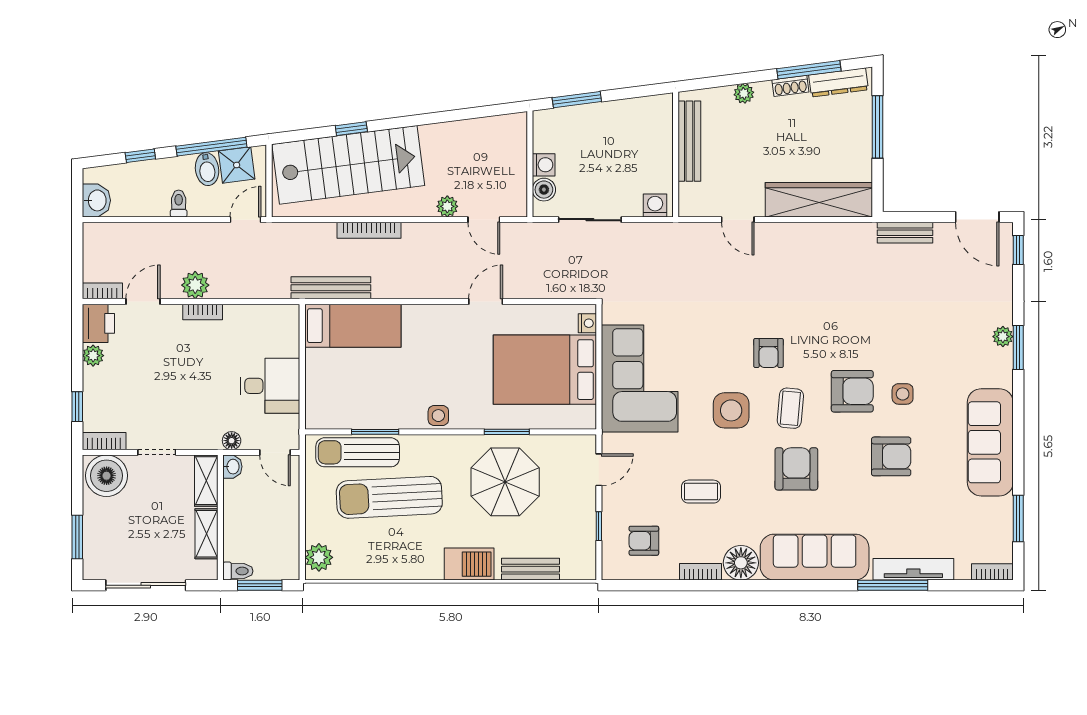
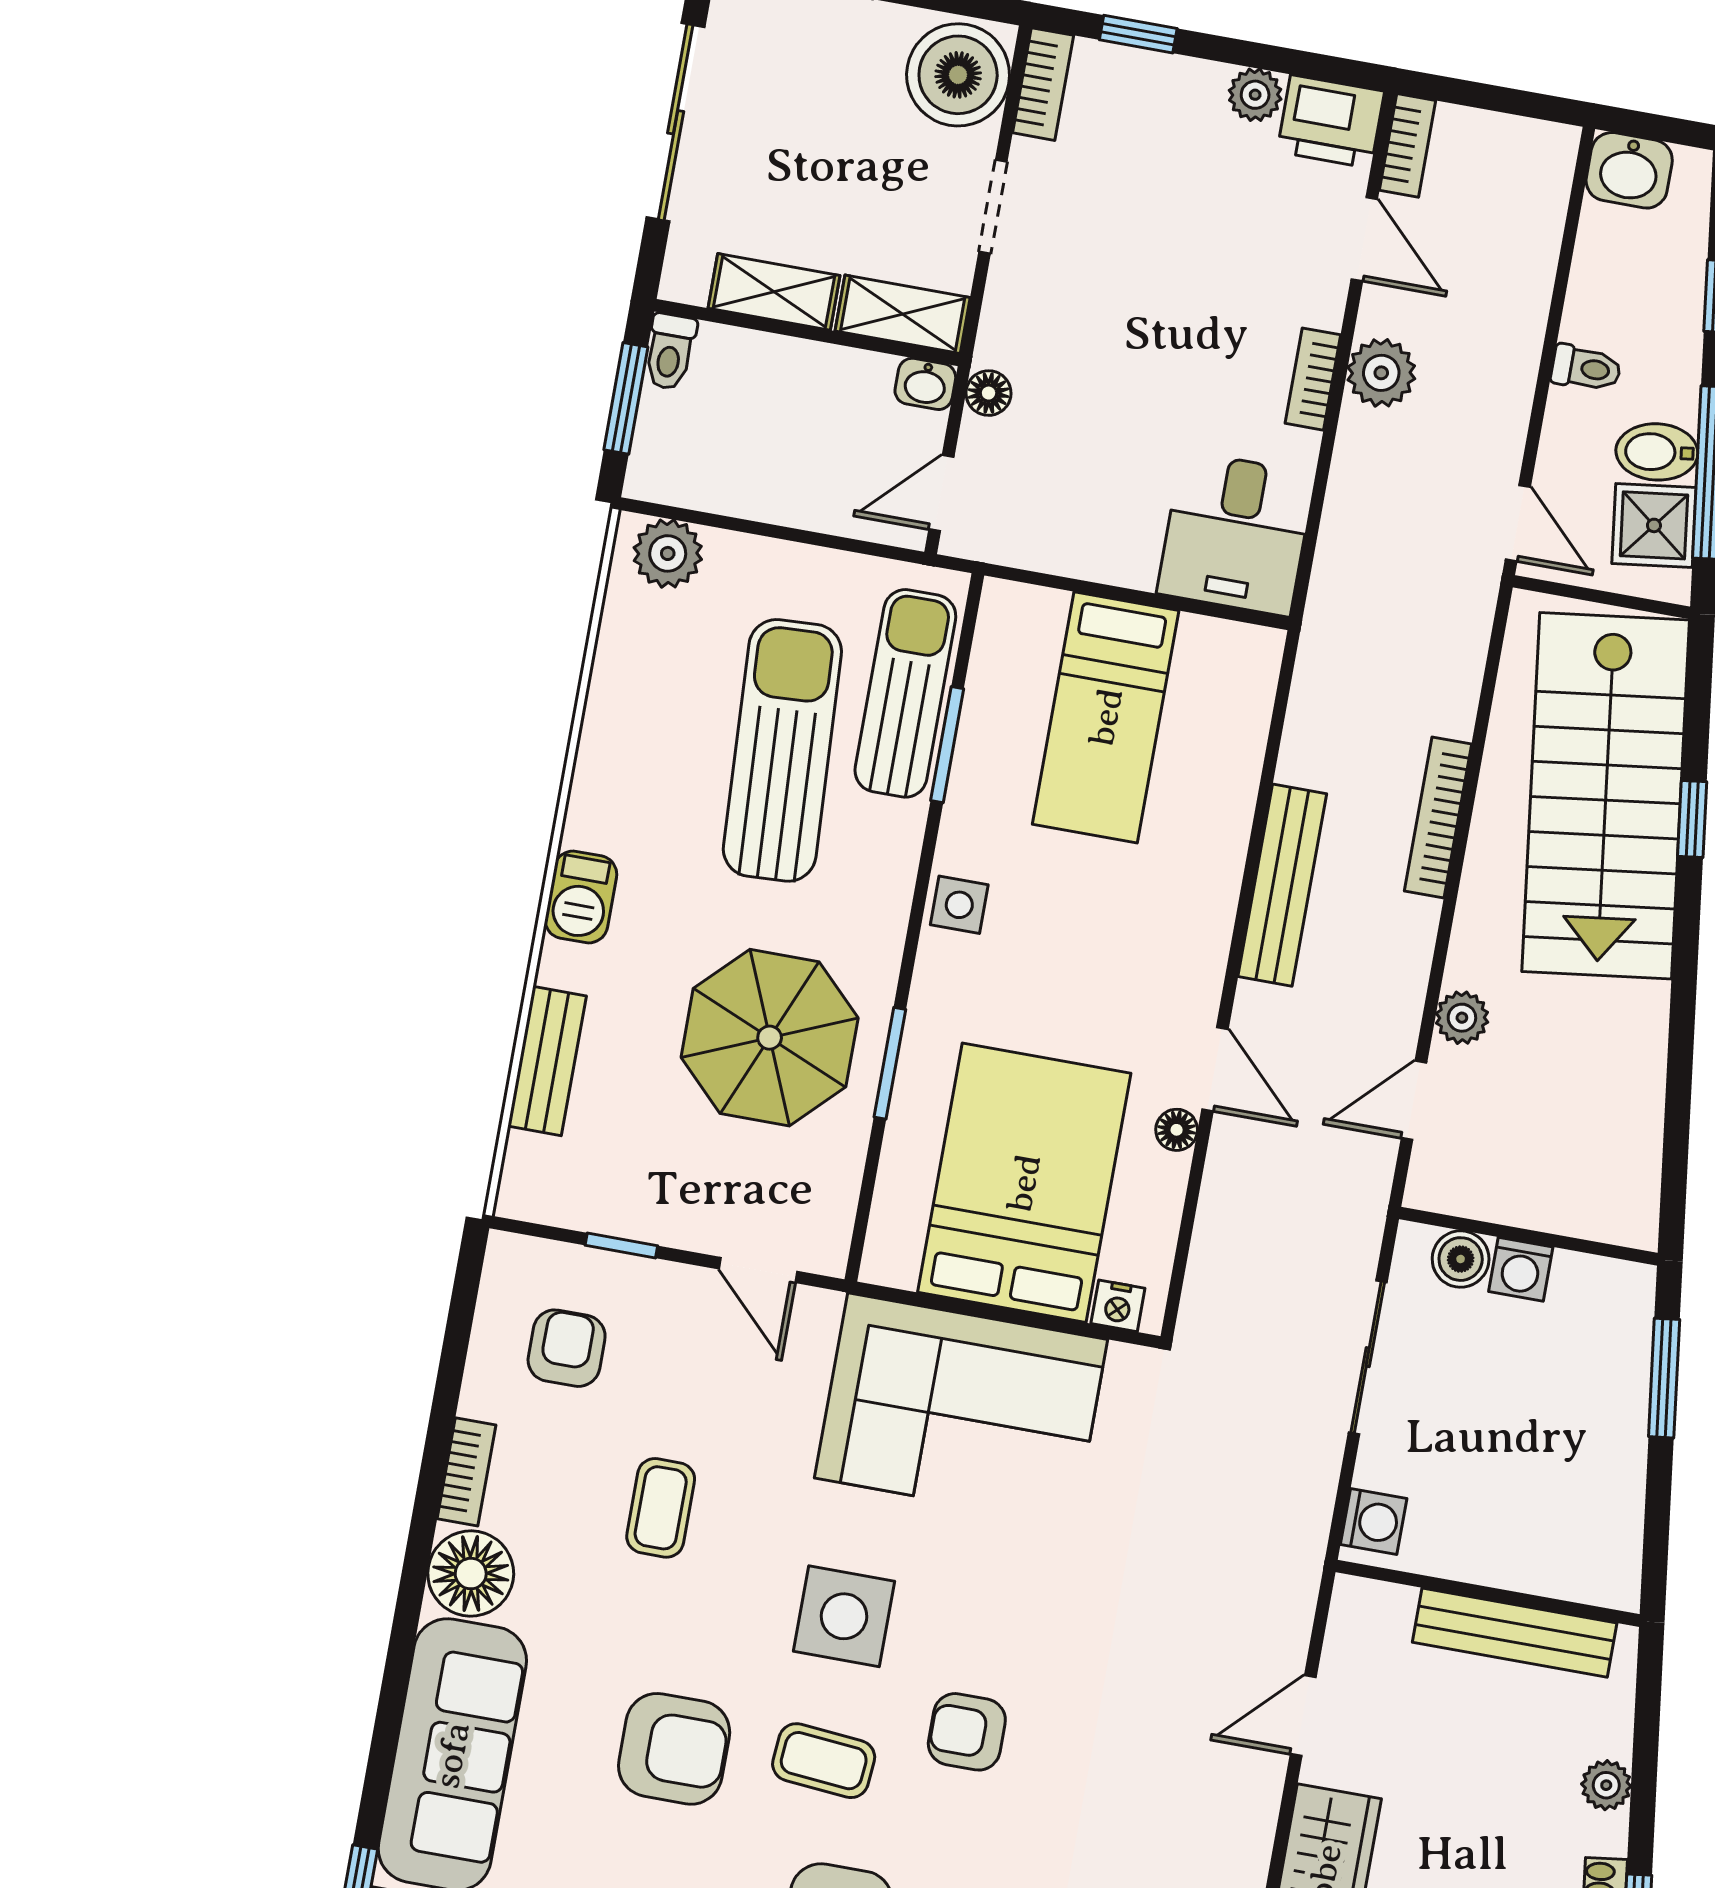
bench: (331, 288) -> (1282, 885), moved
floor lamp: (513, 312) -> (1177, 1130), added
bed: (353, 326) -> (1106, 717), moved
desk: (270, 386) -> (1236, 534), moved
barbecue: (469, 564) -> (581, 897), width x0.73, depth x0.79

